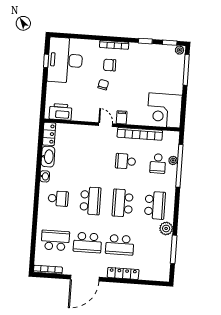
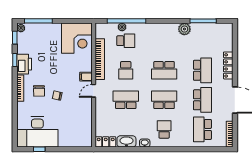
printer: (60, 112) -> (24, 64), moved, turned 180
school desk: (155, 205) -> (126, 100), moved

